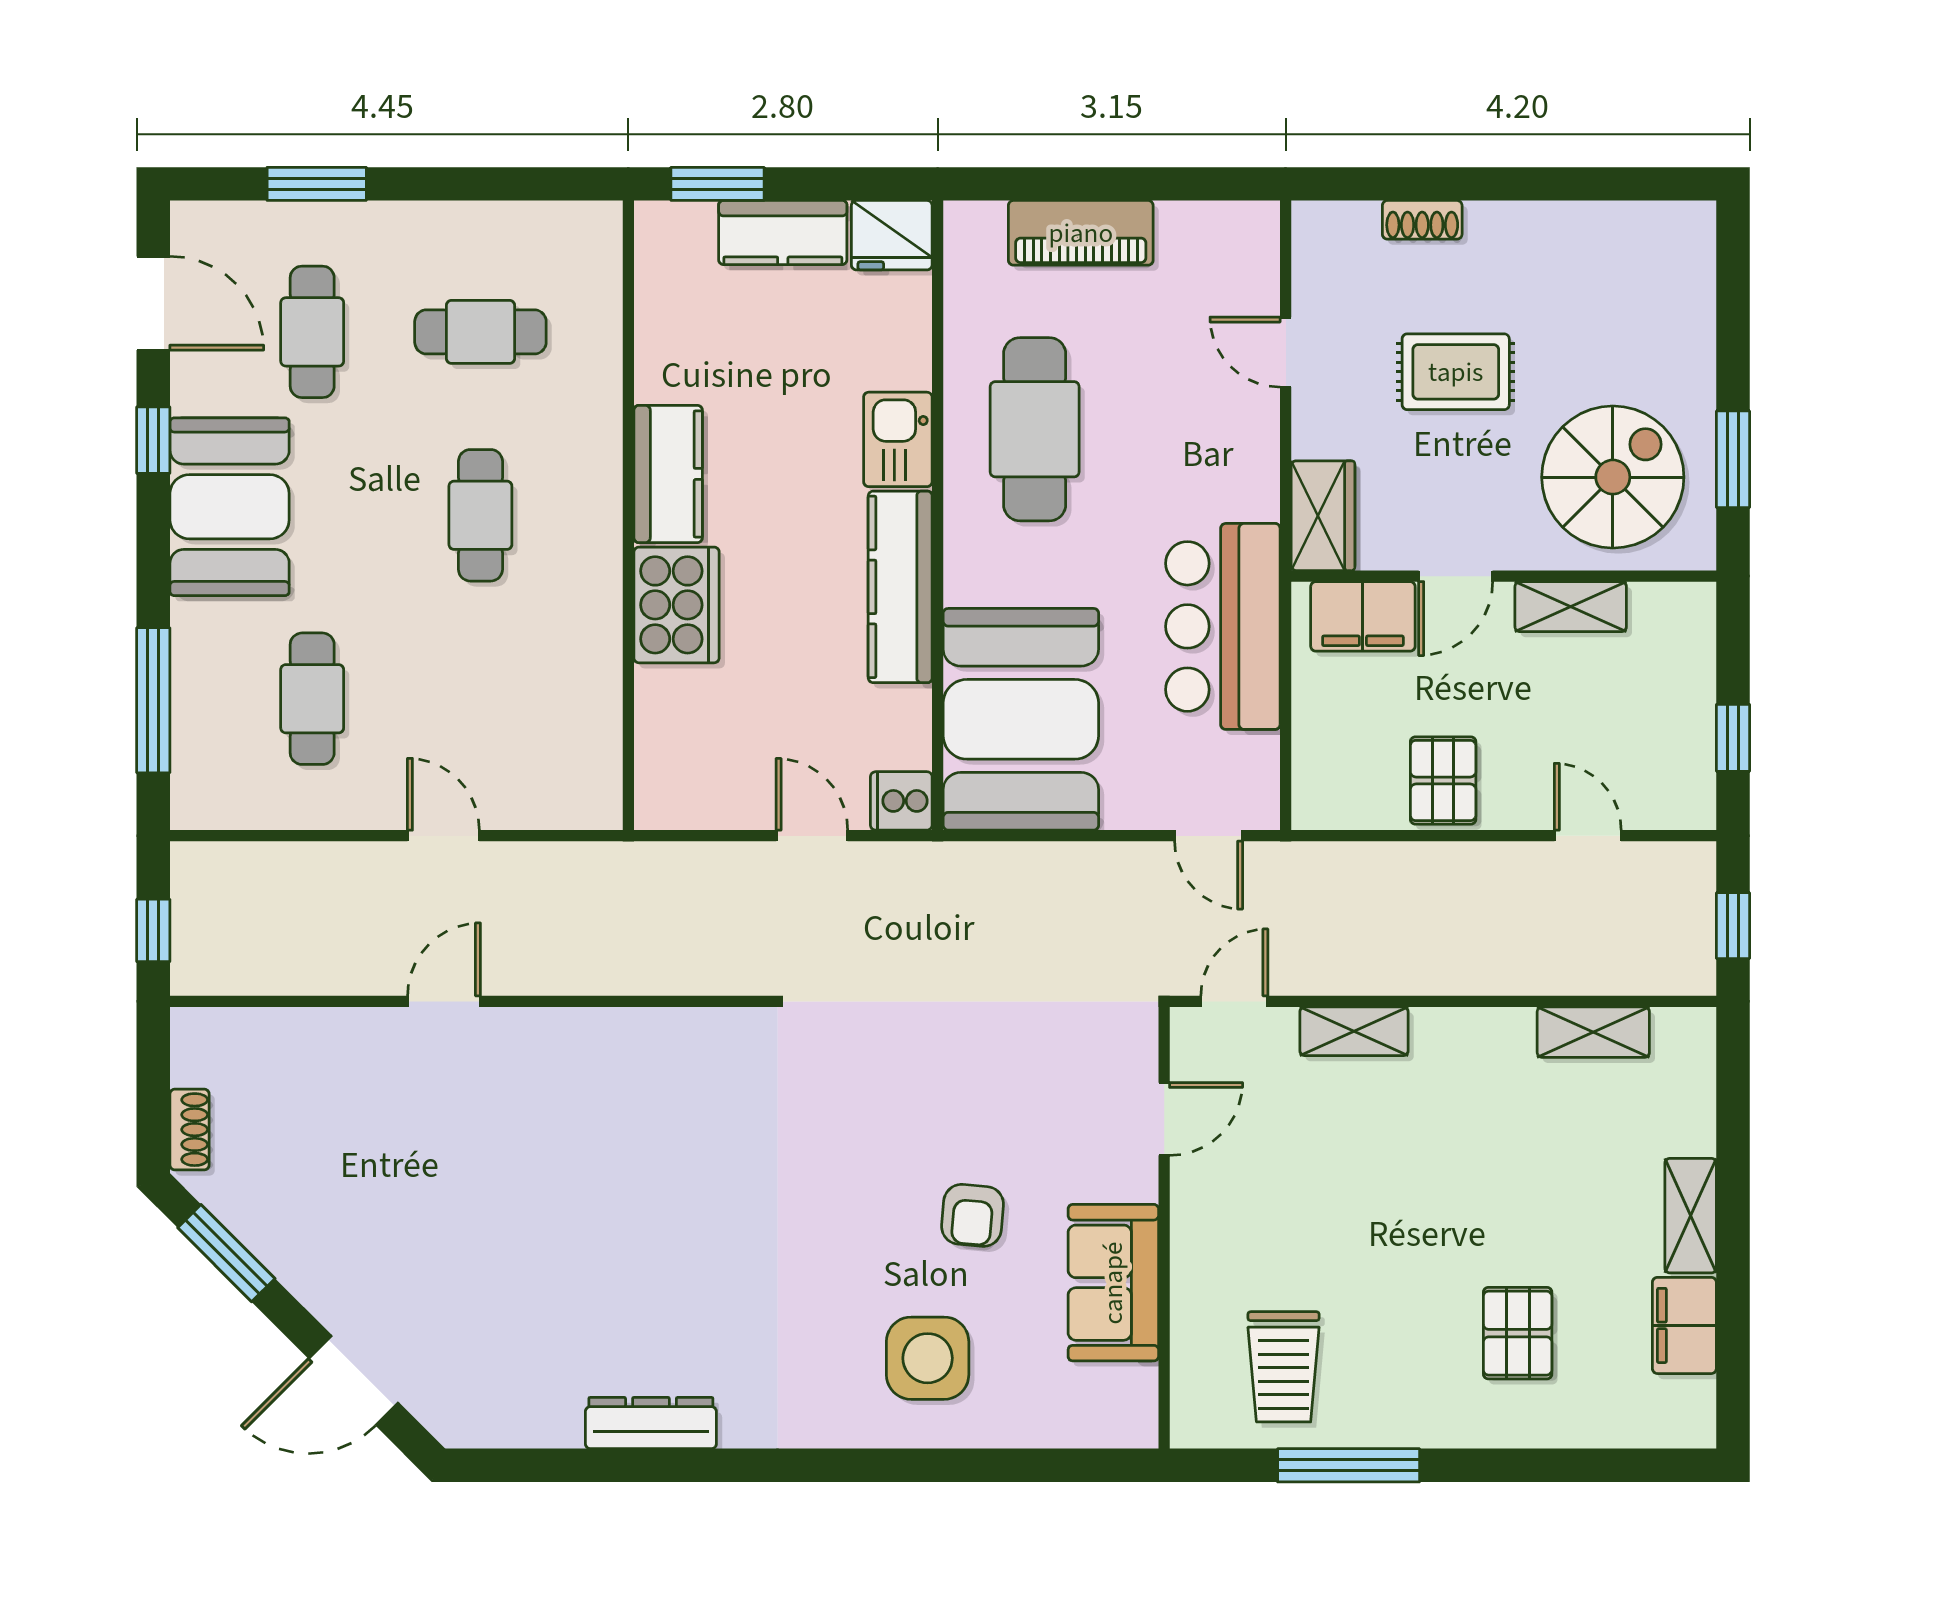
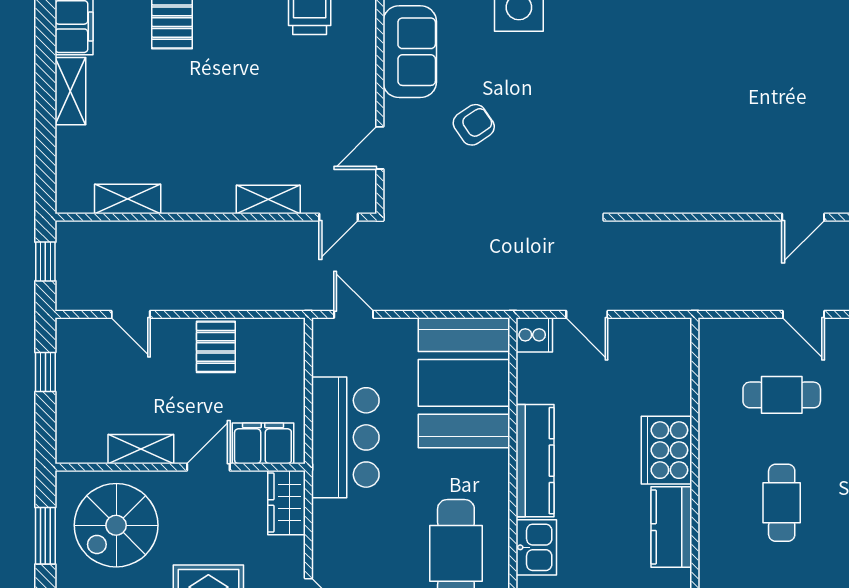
cafe table: (480, 699) -> (782, 395), added
armchair: (973, 1215) -> (474, 125), moved, turned 51

